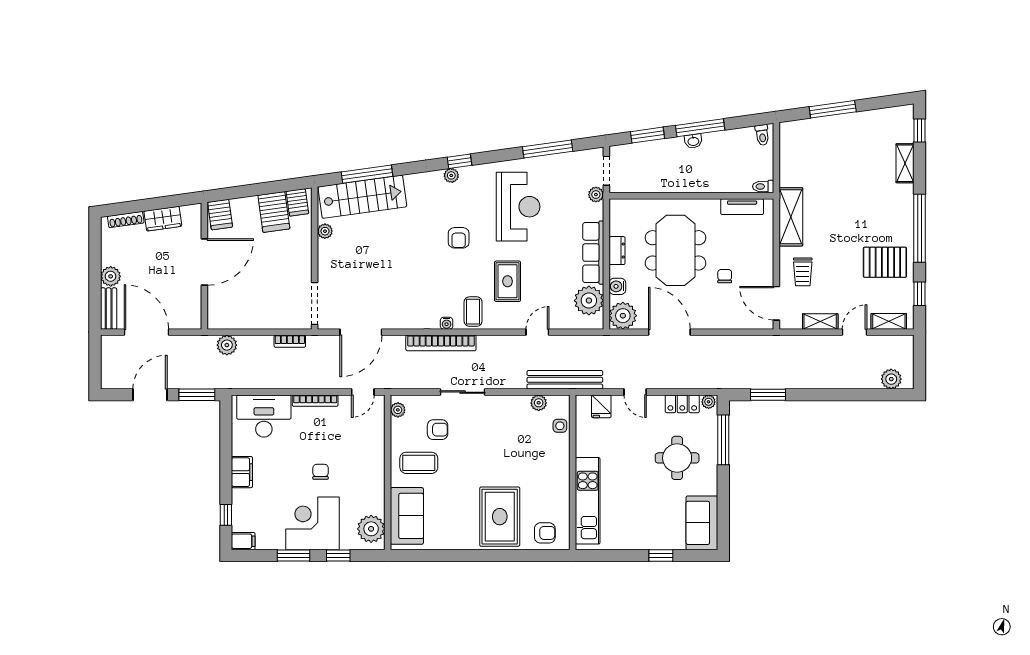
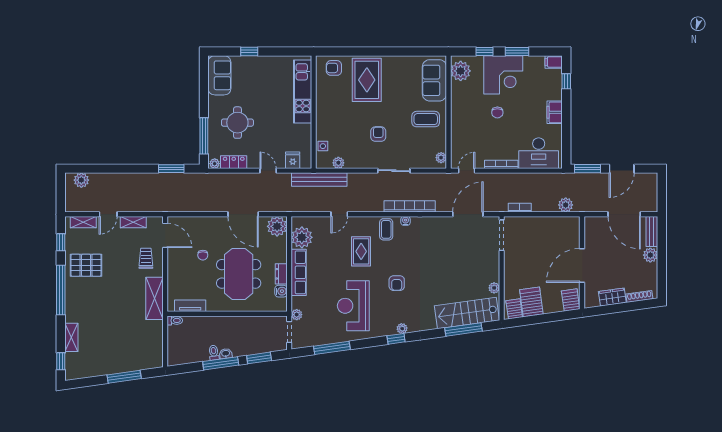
toilet: (762, 135) -> (214, 353), moved
armchair: (459, 238) -> (397, 283), turned 180
water cooler: (617, 286) -> (281, 291), moved
armchair: (438, 430) -> (378, 134), moved, turned 90

